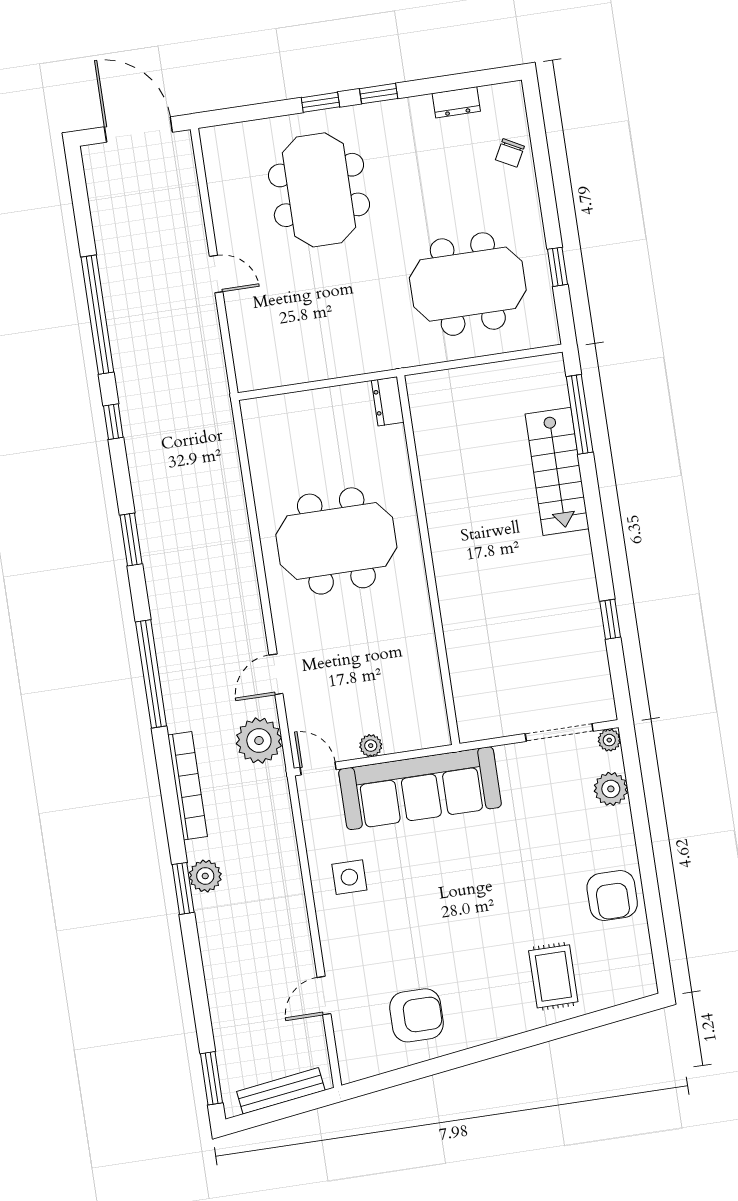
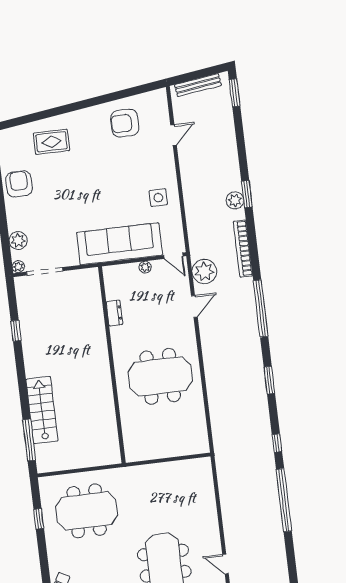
door: (216, 274) -> (226, 564), moved
dresser: (388, 401) -> (114, 313), moved
rug: (553, 976) -> (51, 142), turned 90

